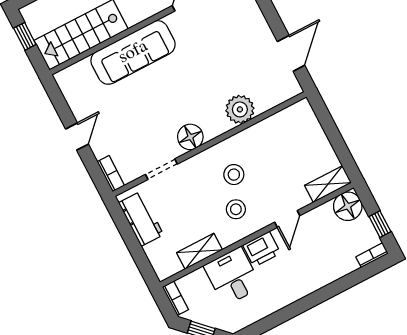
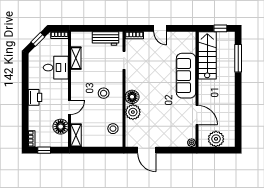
floor lamp: (190, 137) -> (132, 97), moved
floor lamp: (348, 206) -> (61, 127), moved
stool: (236, 209) -> (113, 129), moved
door: (287, 219) -> (69, 108), swing flipped
printer: (262, 249) -> (35, 97), moved, turned 180

